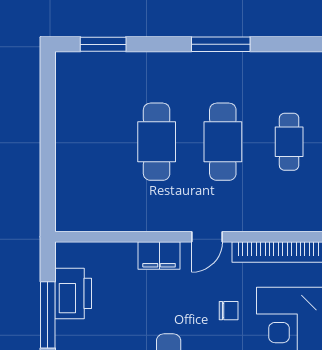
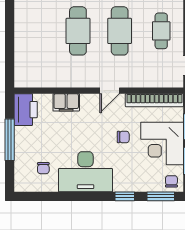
filing cabinet: (159, 255) -> (66, 102), moved
printer: (73, 293) -> (26, 110), moved

